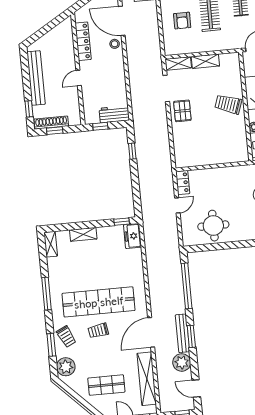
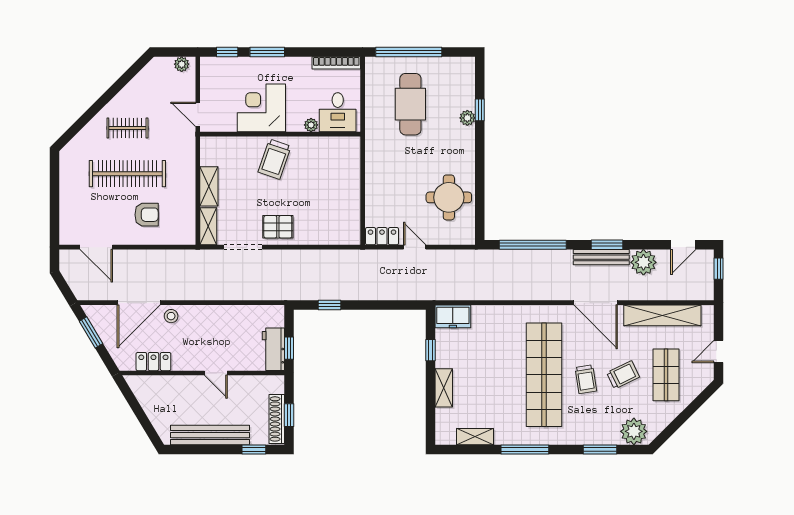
locker: (83, 41) -> (153, 362), width x0.66
workbench: (114, 114) -> (273, 349), moved
window: (122, 222) -> (431, 350), moved
shelving: (51, 244) -> (475, 437), moved
trolley: (66, 337) -> (623, 375), moved

